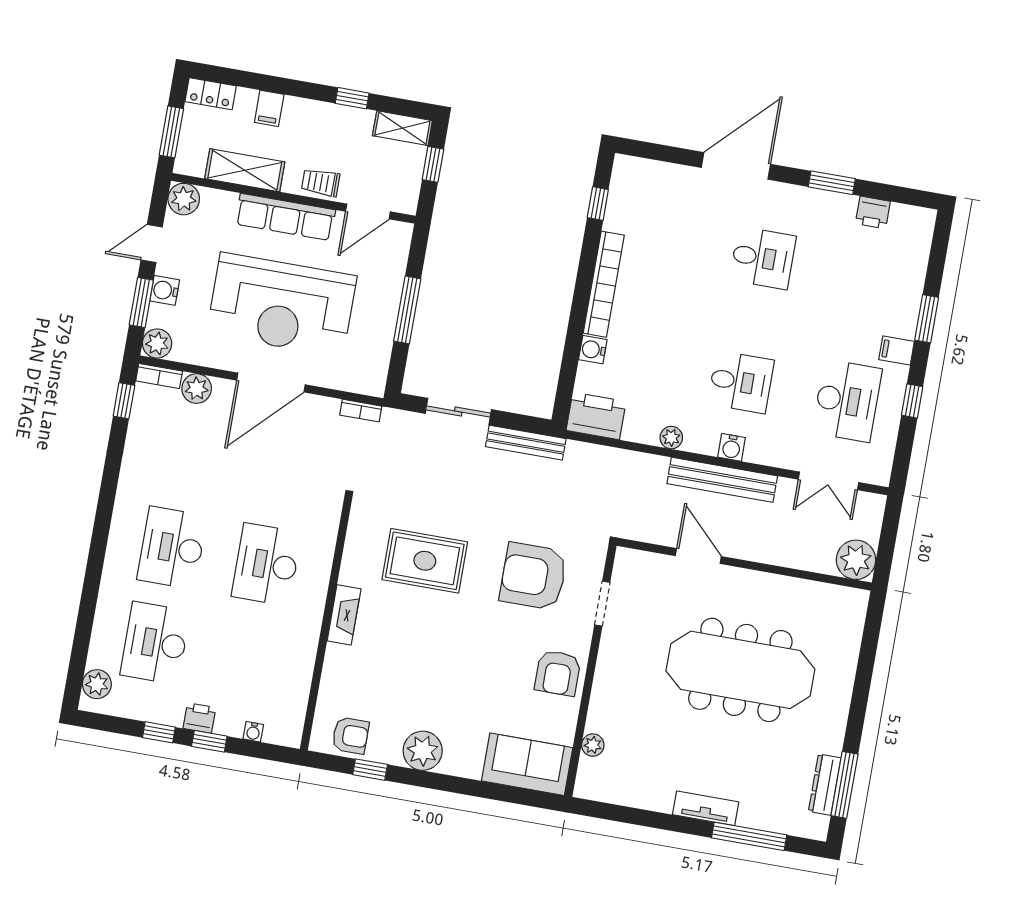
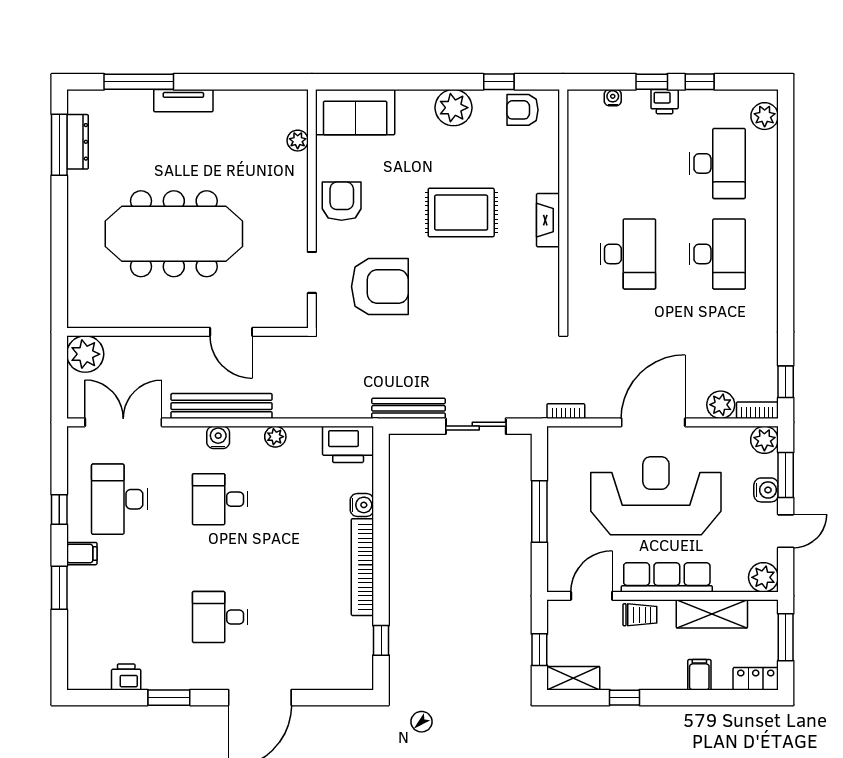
double door: (829, 481) -> (123, 422), width x1.37
rug: (425, 561) -> (461, 213), moved

